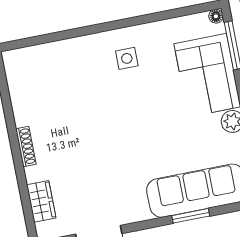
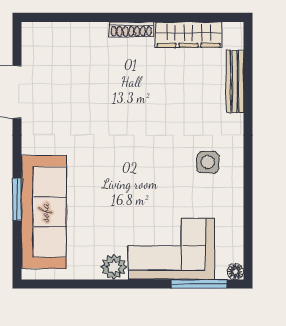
bench: (53, 49) -> (235, 82), added
wardrobe: (41, 201) -> (188, 35), moved, width x1.50

